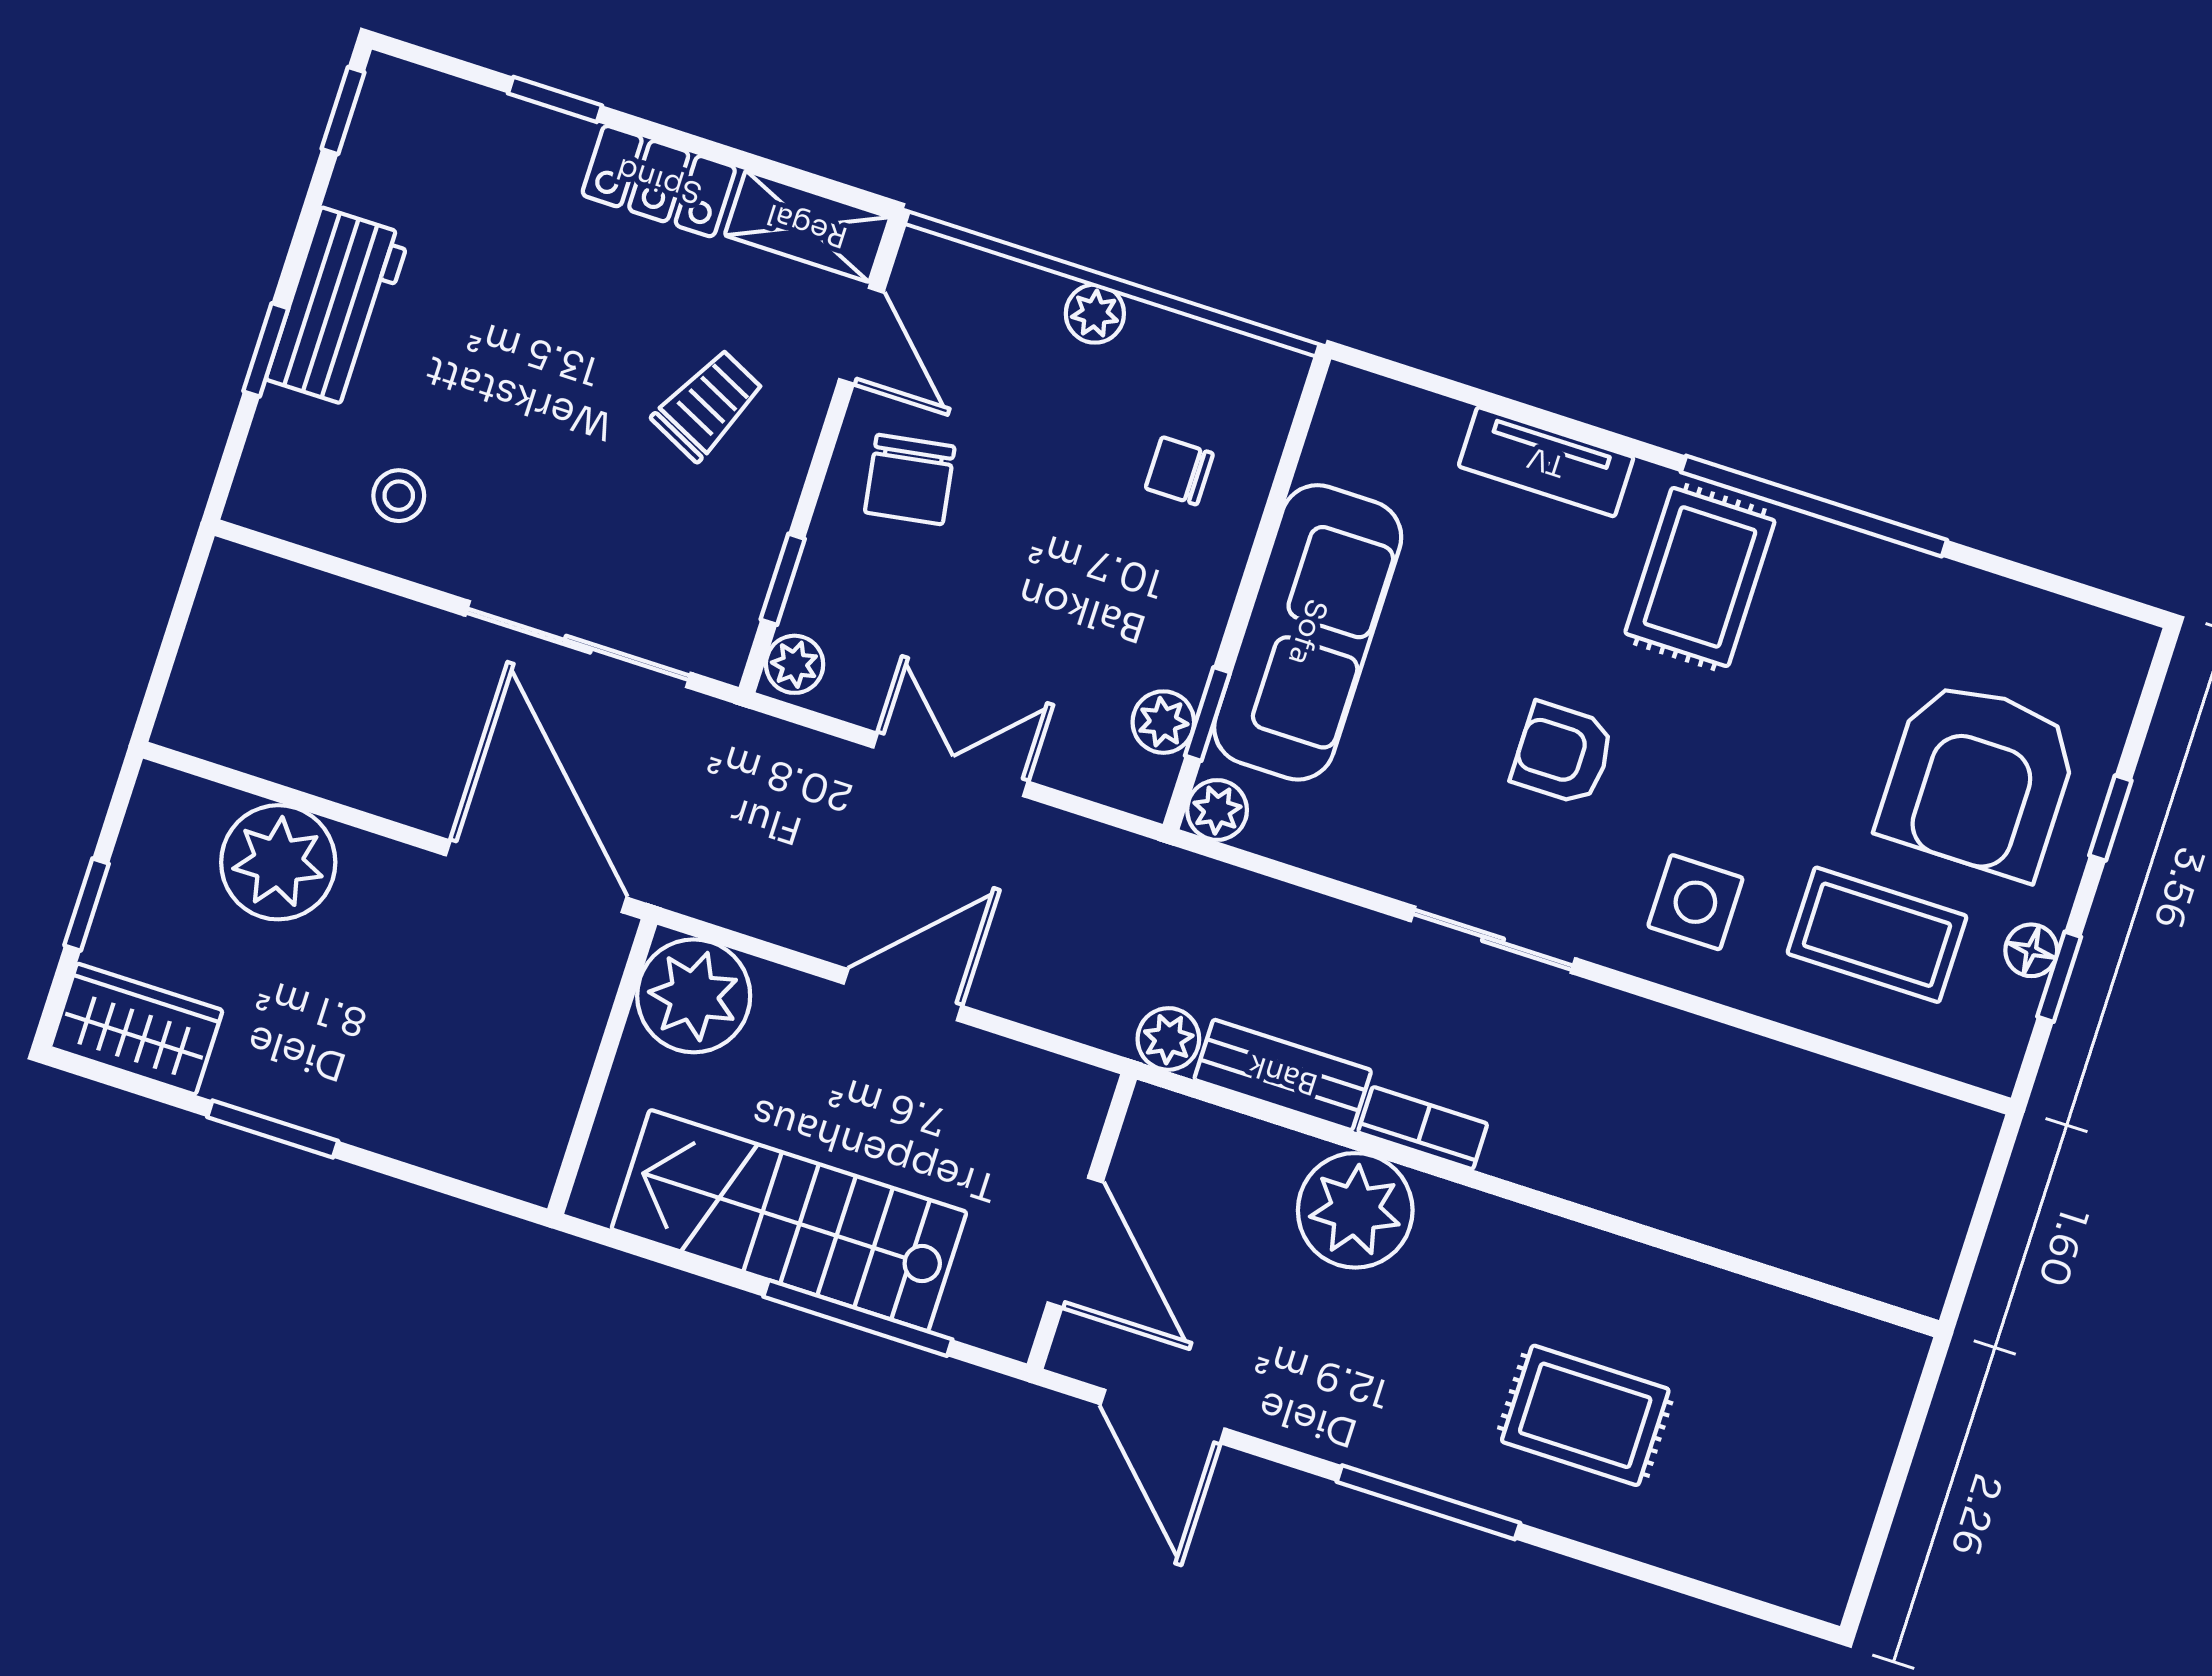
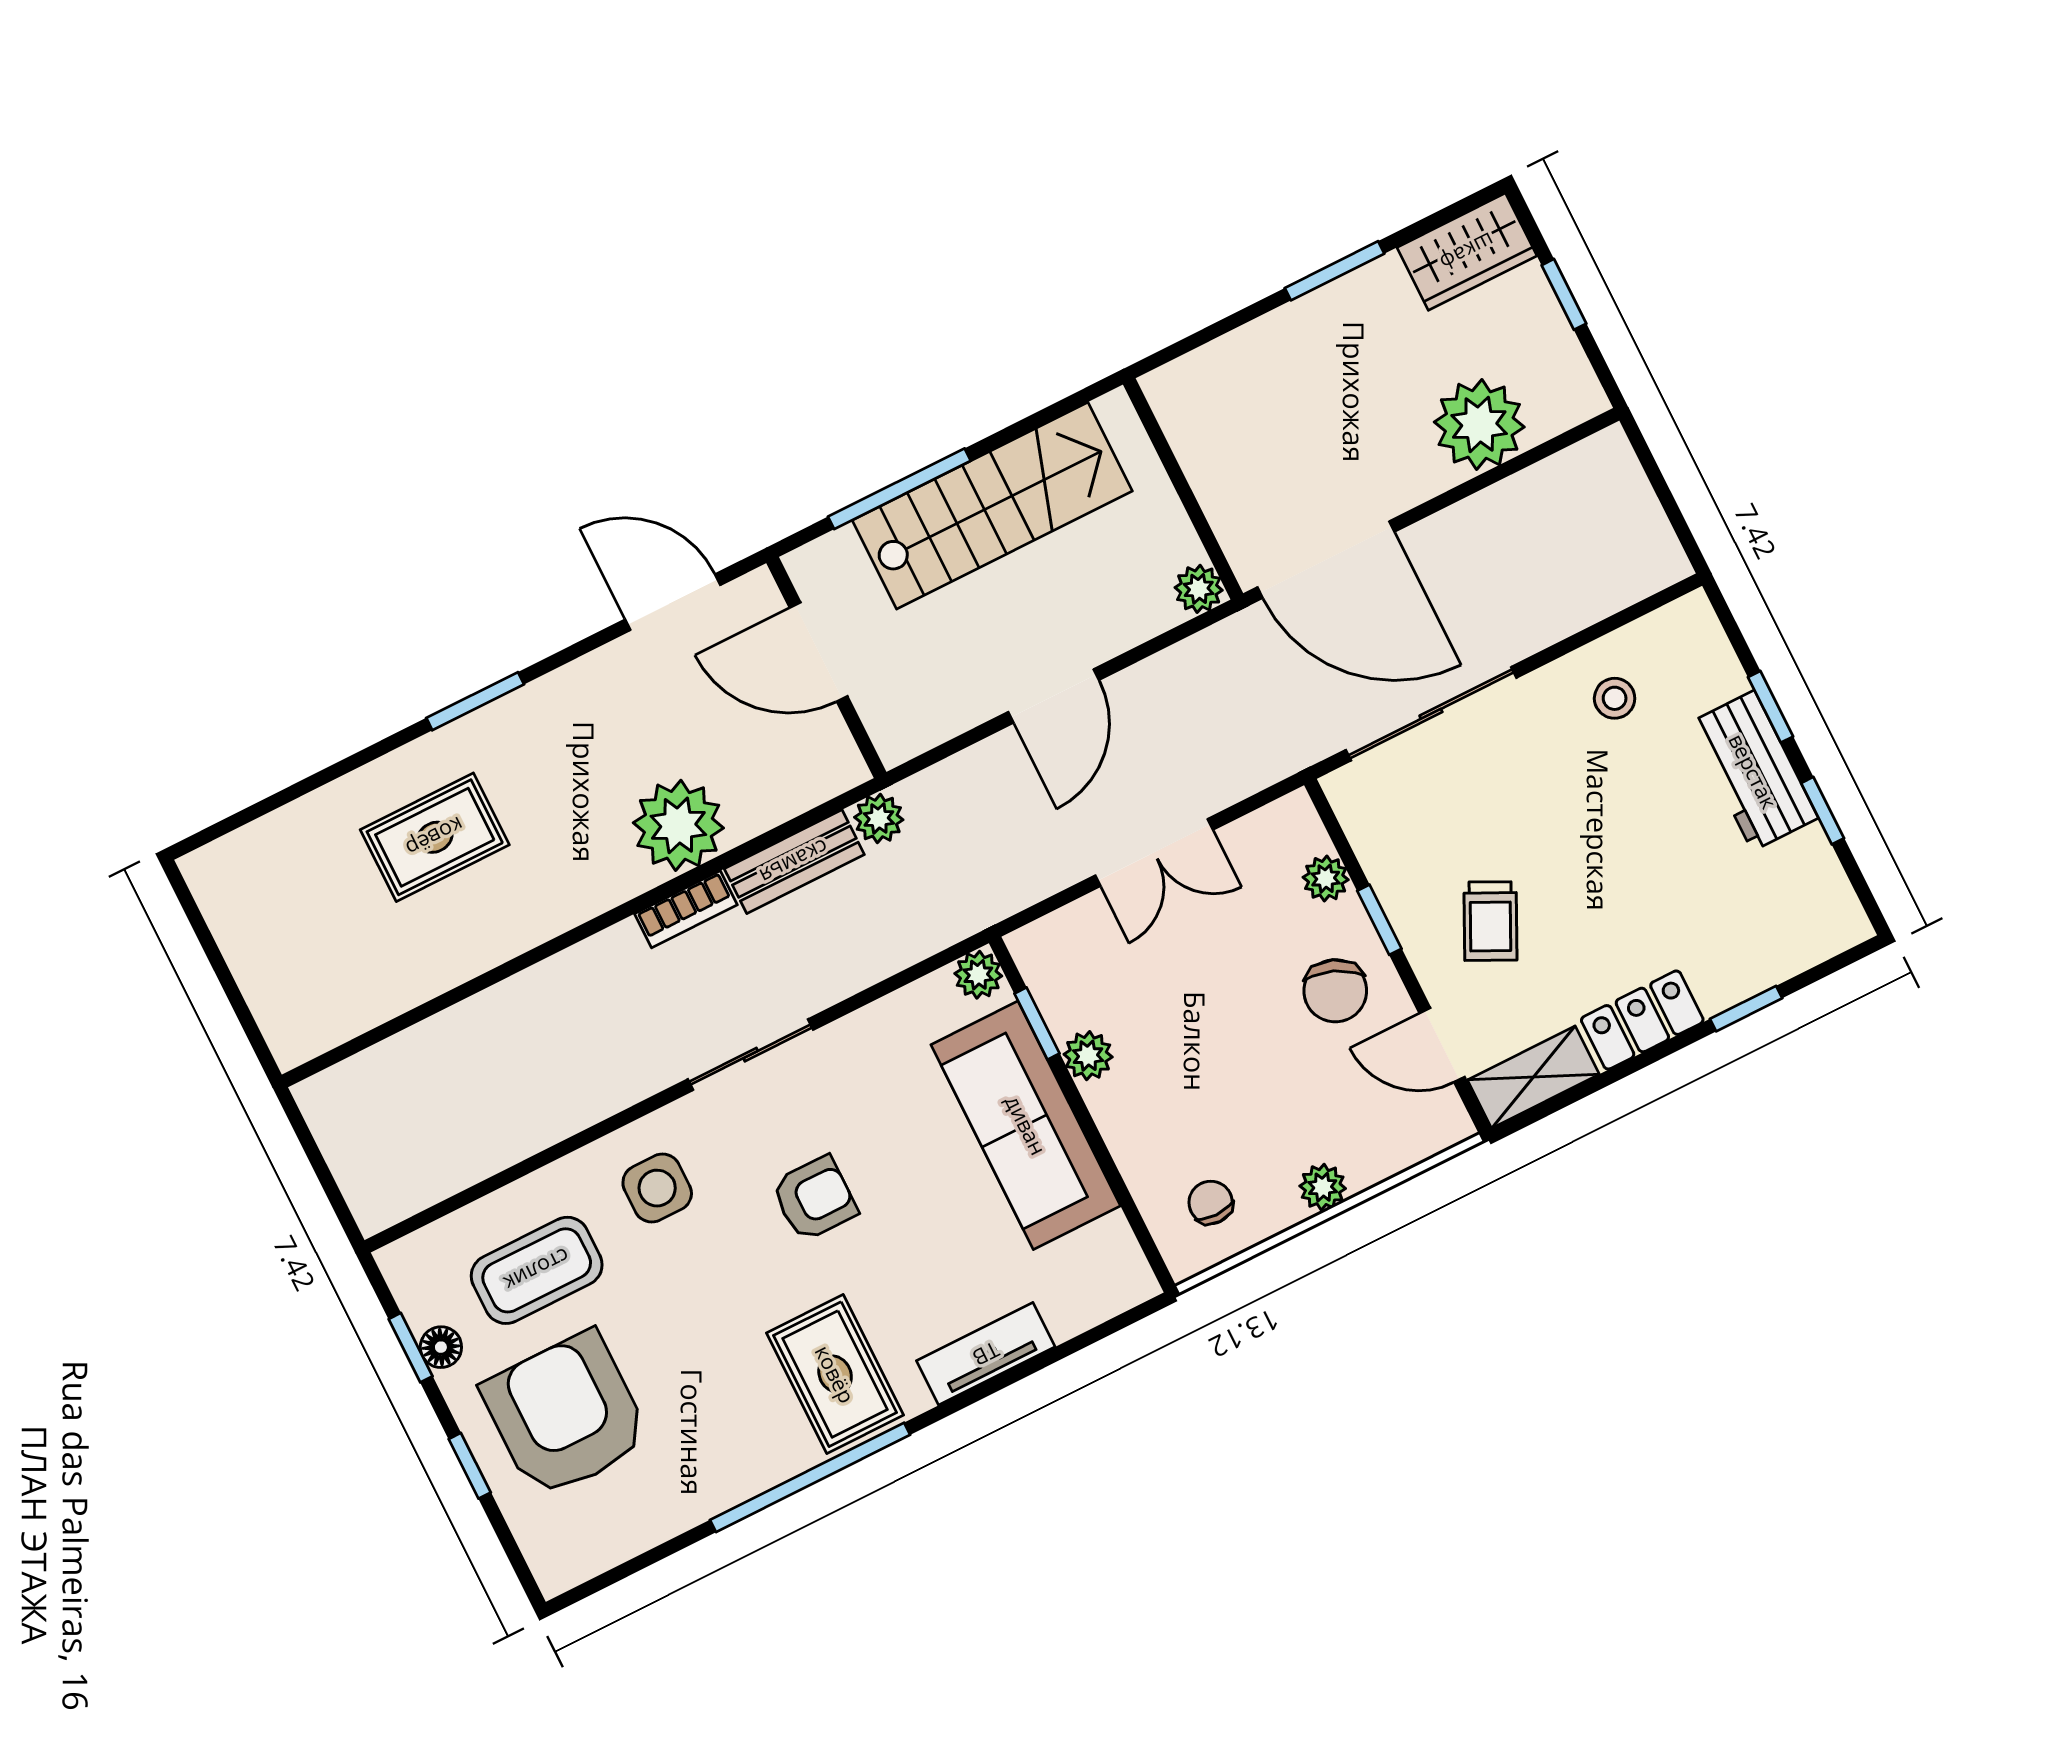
window: (343, 111) -> (1823, 811), moved
chair: (1179, 471) -> (1211, 1202), moved, turned -90
chair: (910, 479) -> (1335, 991), turned -149
window: (783, 579) -> (1379, 920), moved
plant: (795, 664) -> (1326, 879), moved
plant: (1163, 722) -> (1088, 1056), moved
plant: (694, 996) -> (1199, 589), width x0.53, depth x0.53
window: (1428, 1502) -> (475, 701), width x0.69

